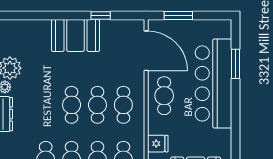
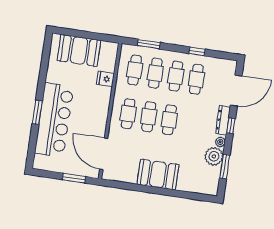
window: (101, 15) -> (136, 187), removed
window: (236, 64) -> (37, 112), moved
cafe table: (164, 96) -> (95, 116), removed

